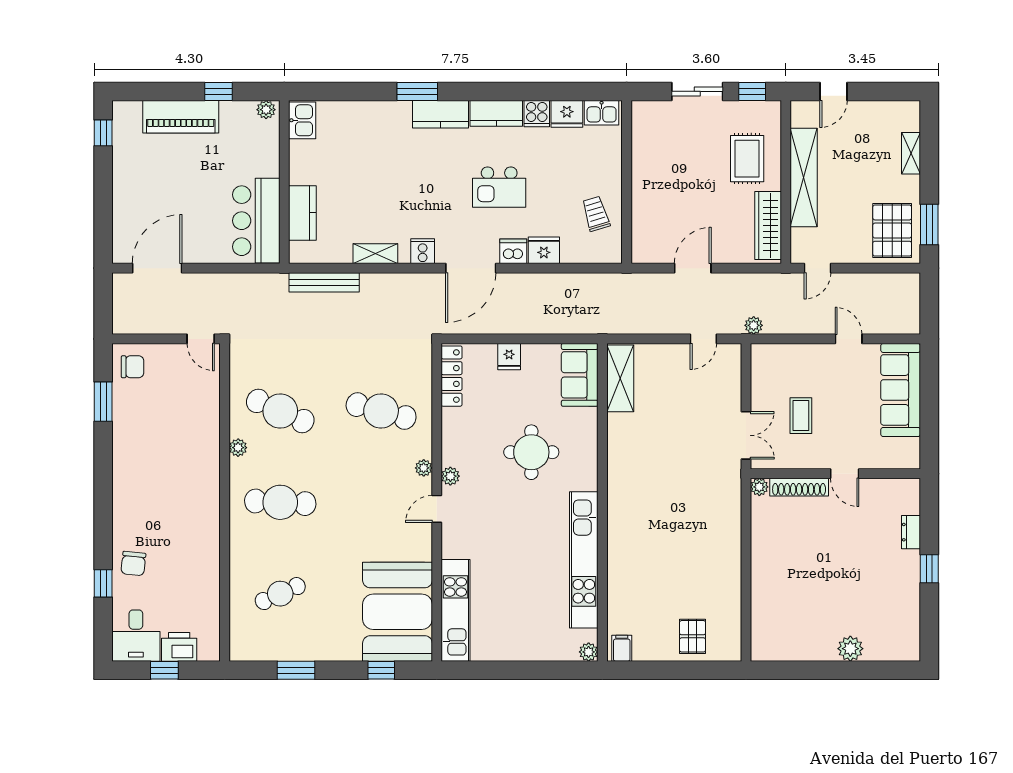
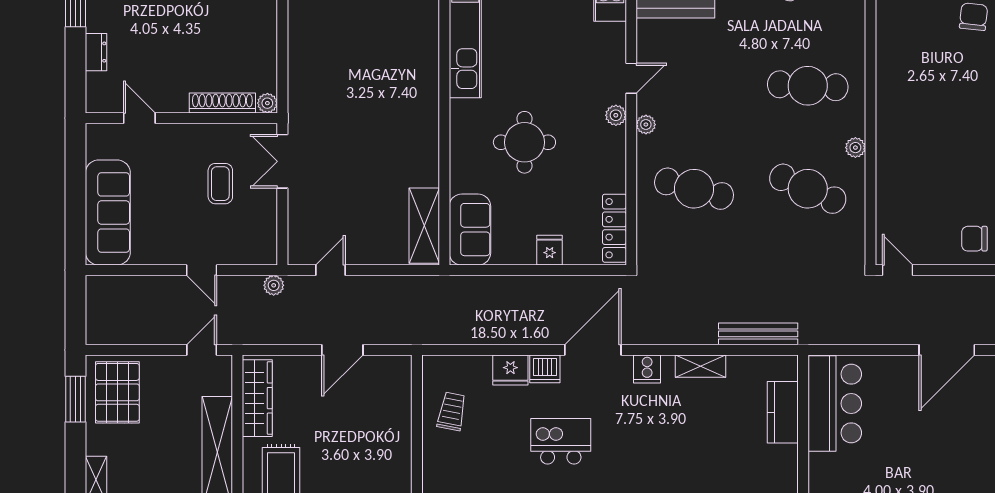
trolley: (596, 214) -> (452, 411), turned -152
door: (849, 339) -> (202, 270), moved
door: (845, 474) -> (139, 118), moved

